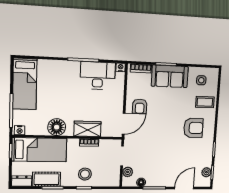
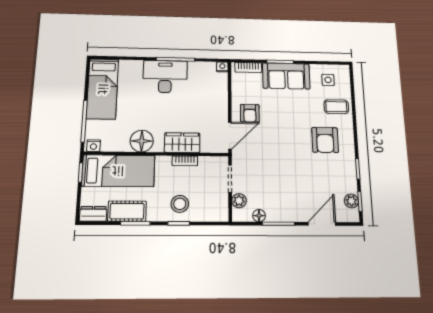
desk: (98, 76) -> (165, 76), moved
armchair: (193, 128) -> (325, 140), turned 90

